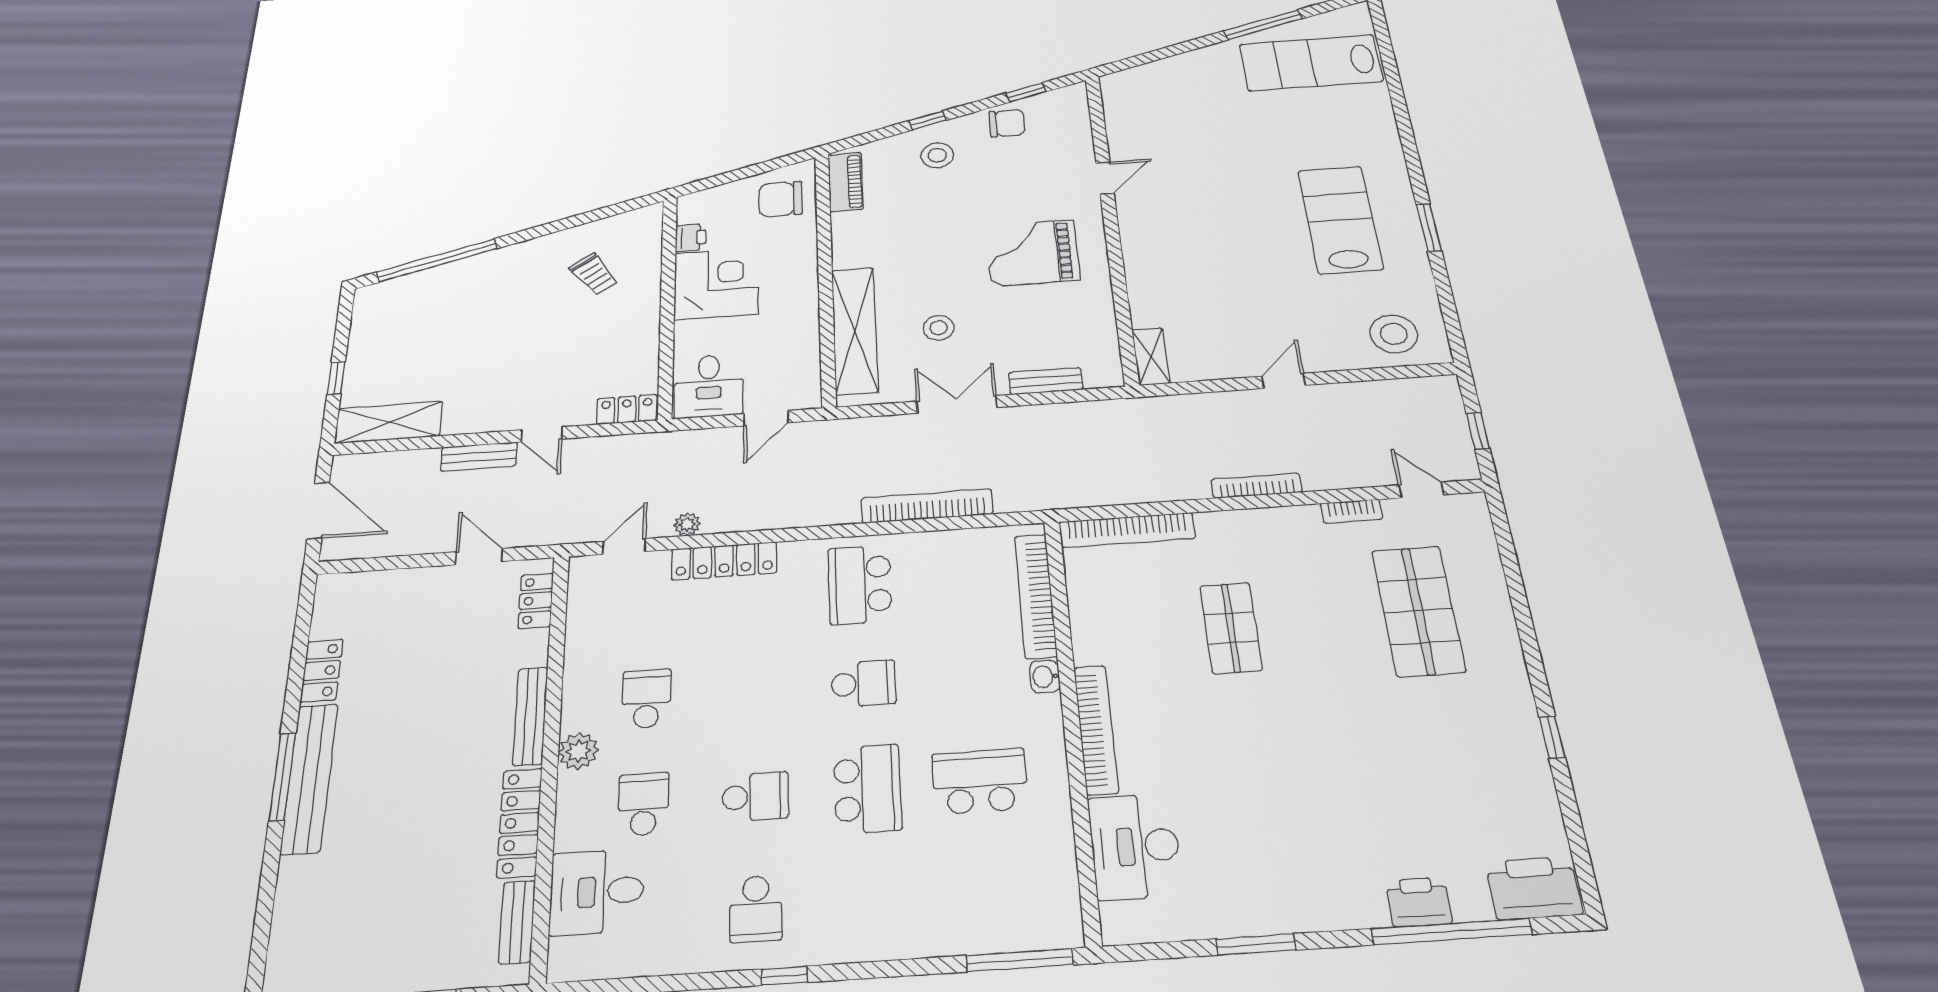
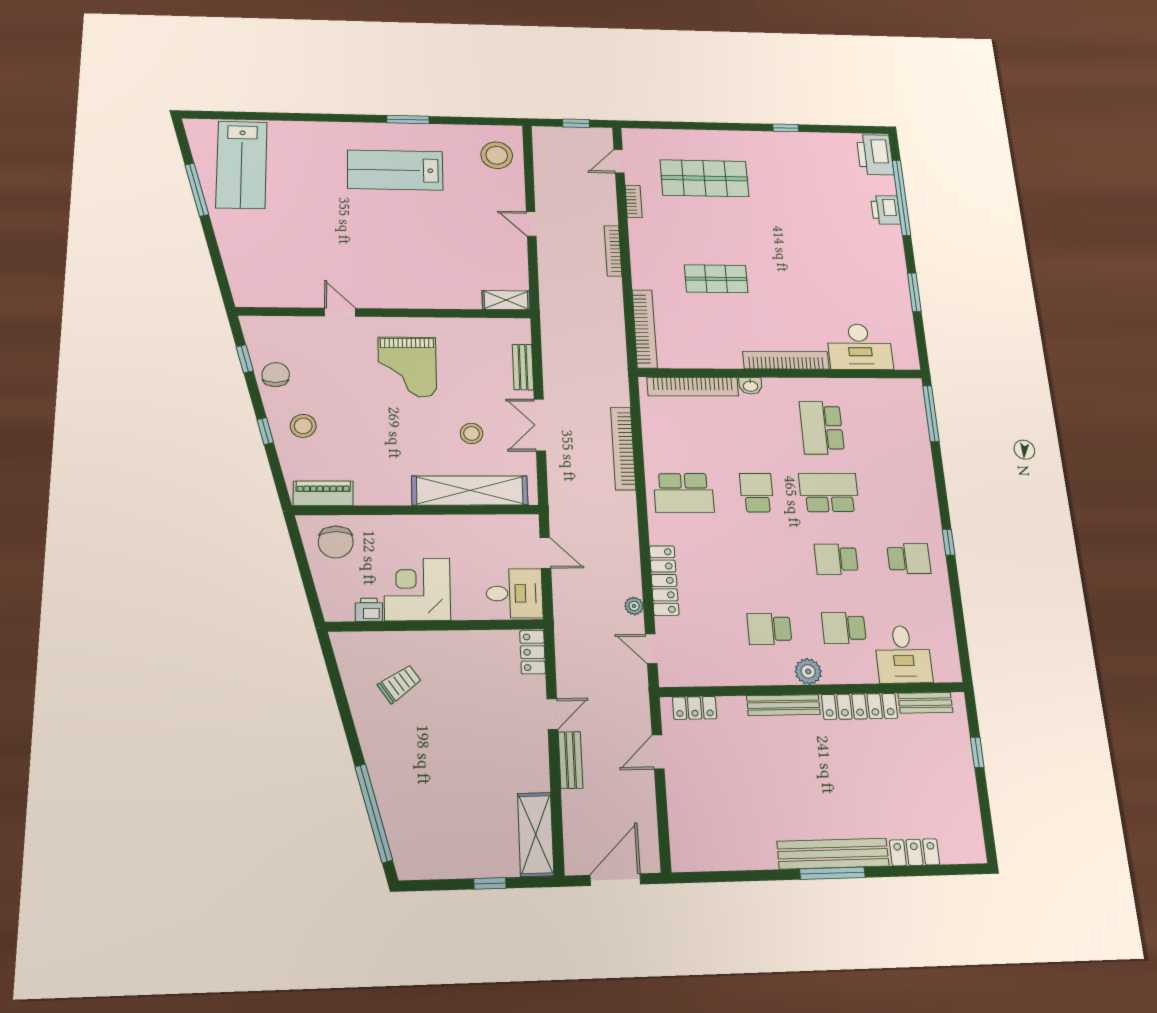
locker: (322, 671) -> (915, 852), moved
school desk: (755, 797) -> (836, 559), turned -90

